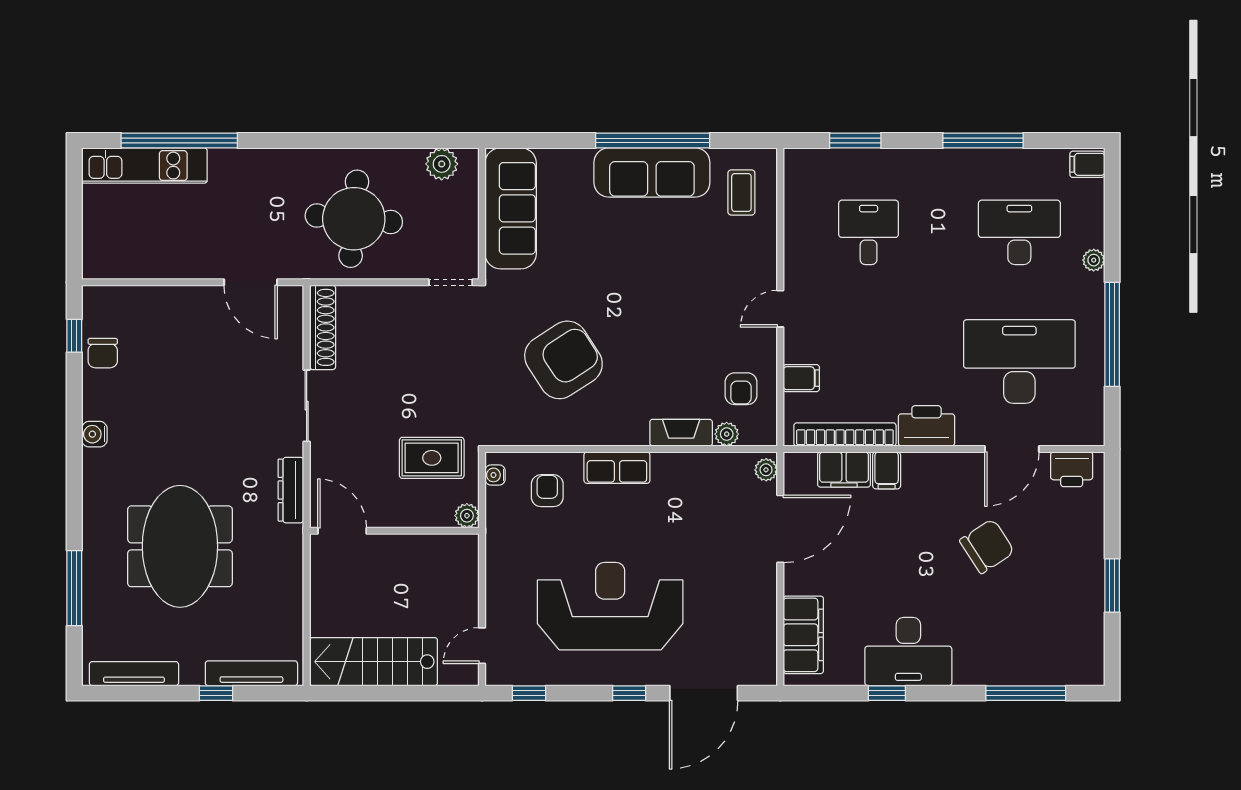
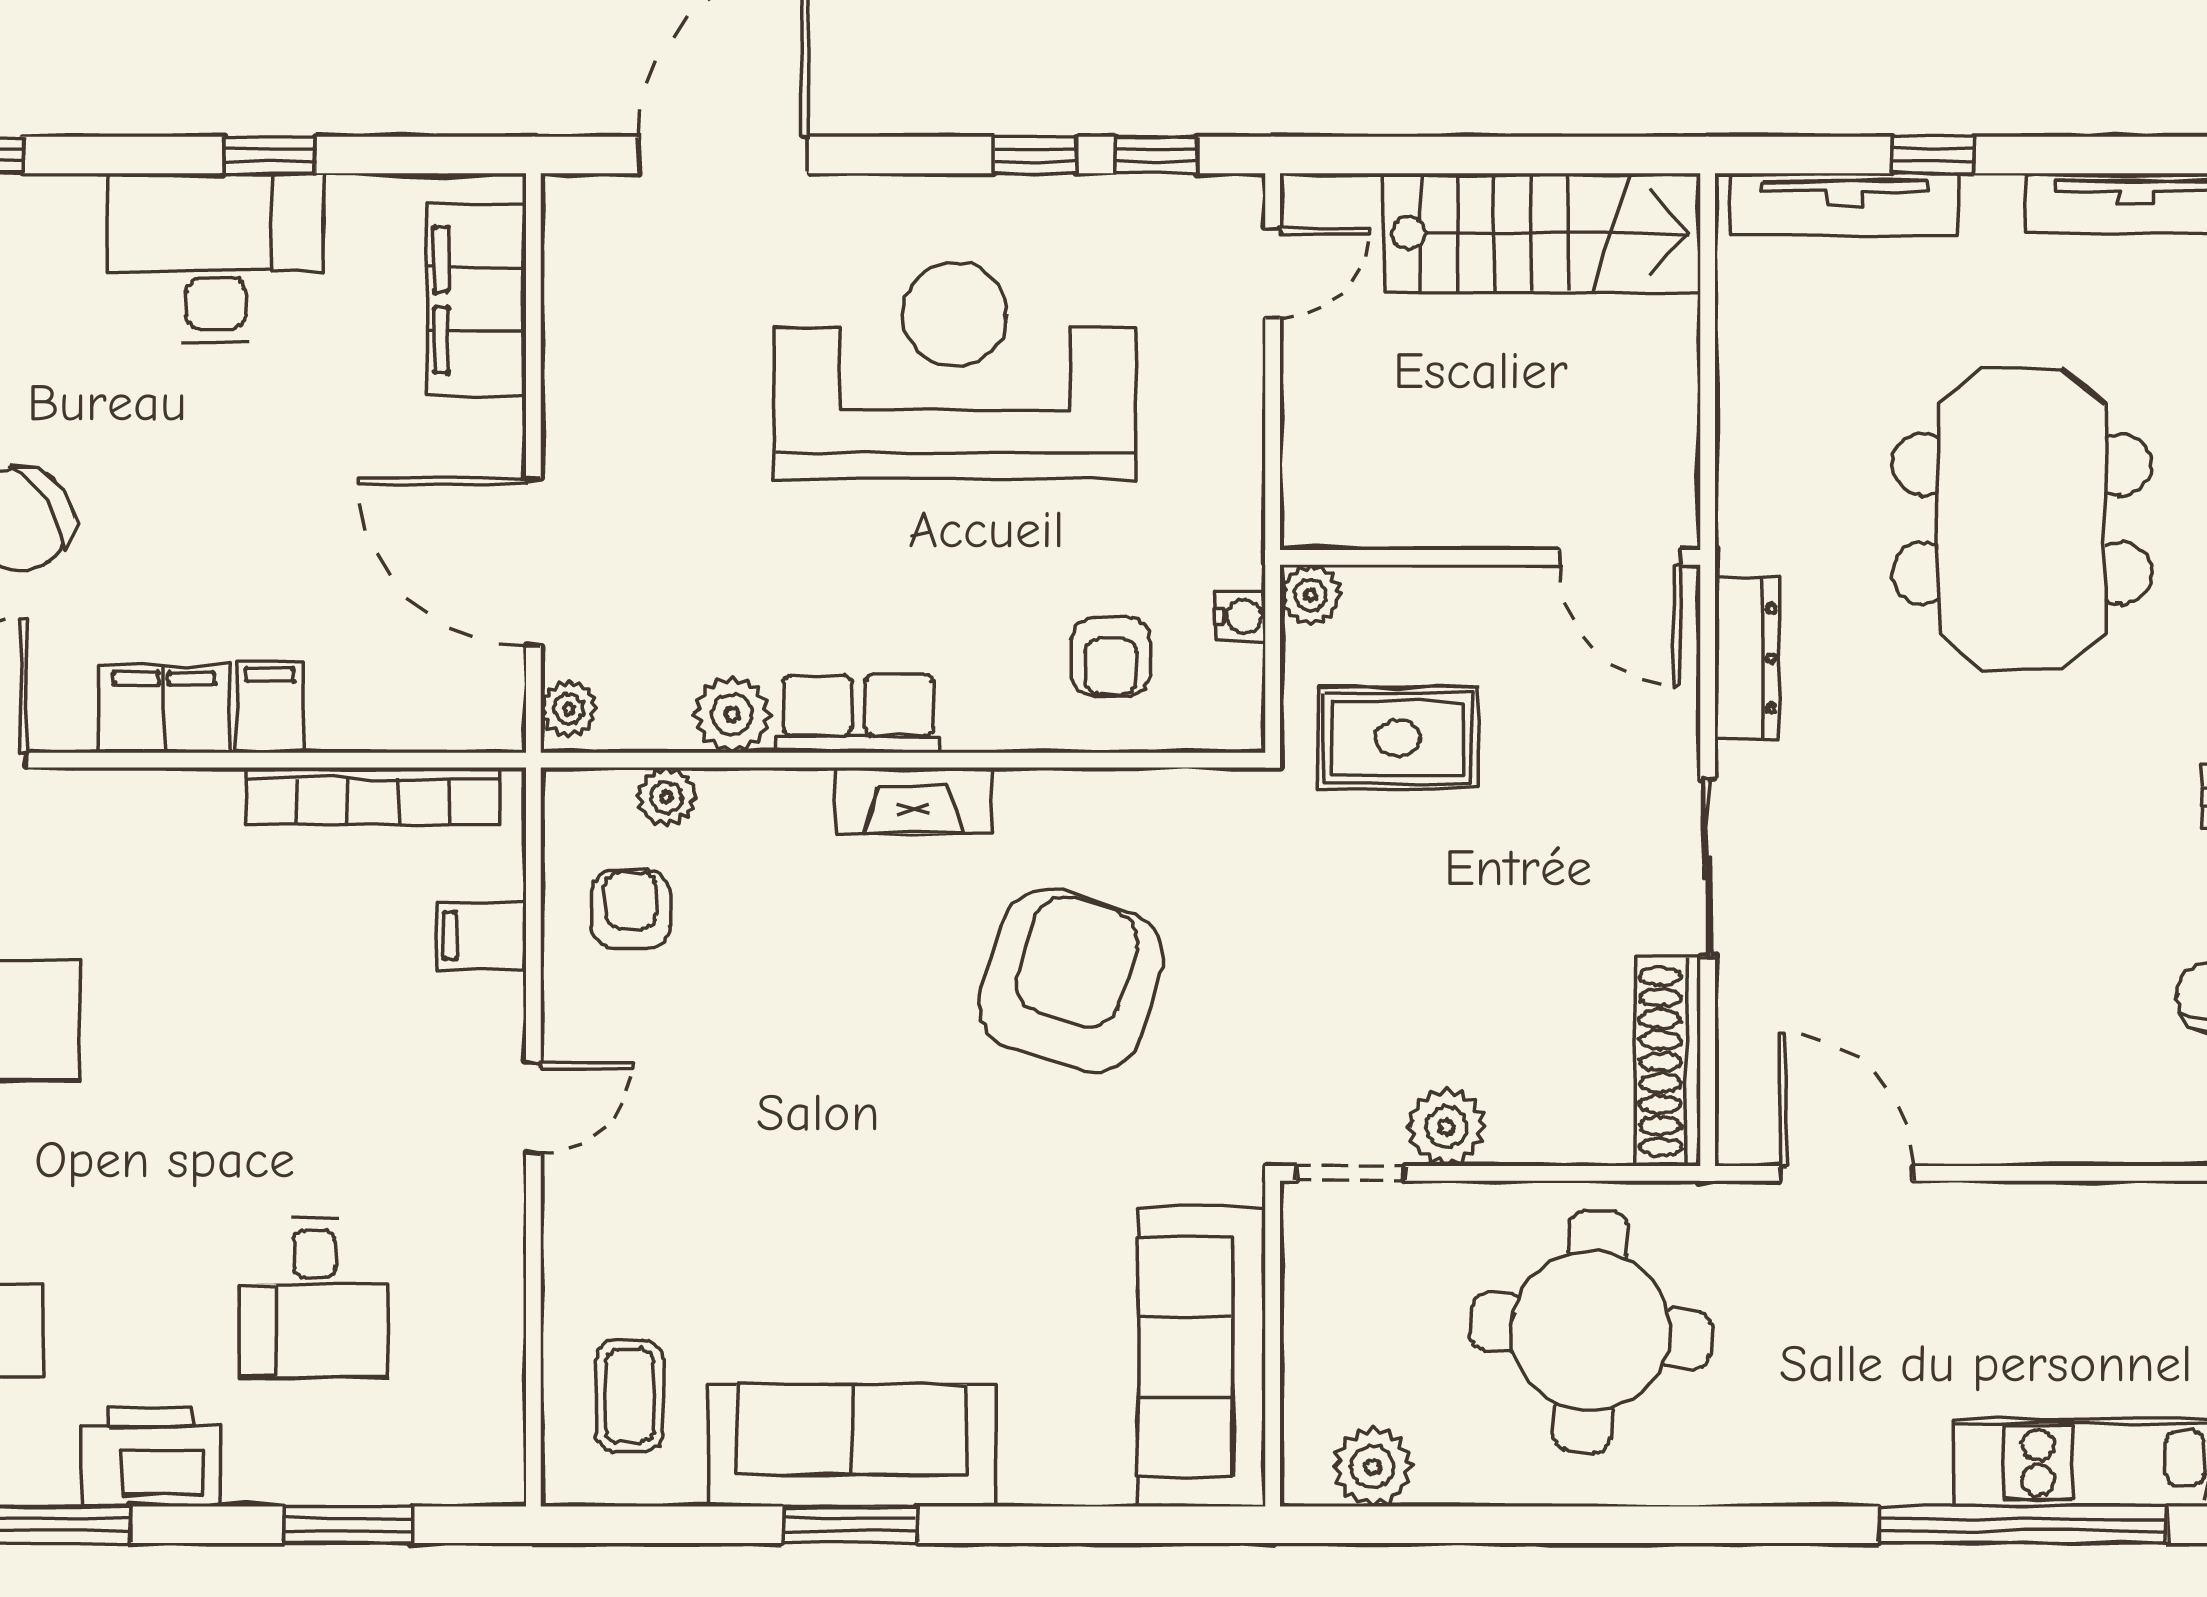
window: (653, 141) -> (850, 1525), width x0.47
plant: (412, 301) -> (1446, 1127), added
armchair: (563, 360) -> (1071, 981), turned 140
printer: (926, 426) -> (151, 1457), moved, turned 180
fireplace: (681, 433) -> (913, 801), moved
plant: (700, 467) -> (732, 714), added
row of seats: (617, 468) -> (858, 714), moved
filing cabinet: (844, 470) -> (164, 709), moved
water cooler: (495, 475) -> (1241, 617), moved
door: (780, 529) -> (533, 562), hinge flipped
reception desk: (610, 606) -> (955, 371), turned 180
window: (629, 693) -> (1035, 155), moved

